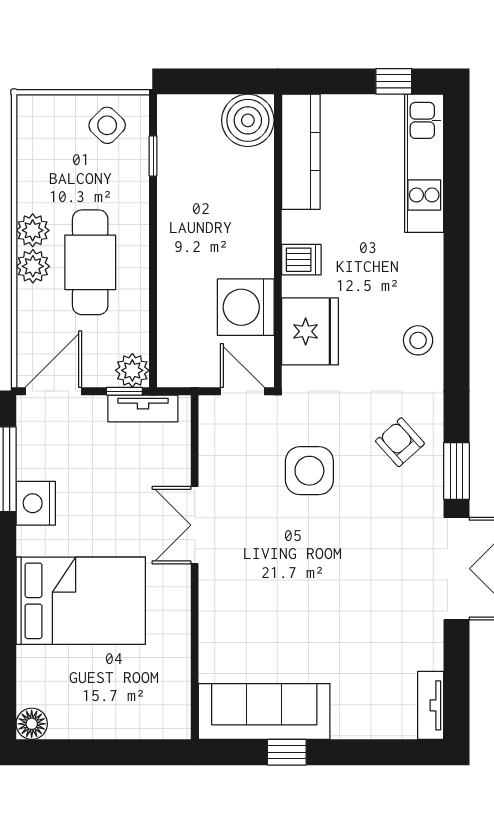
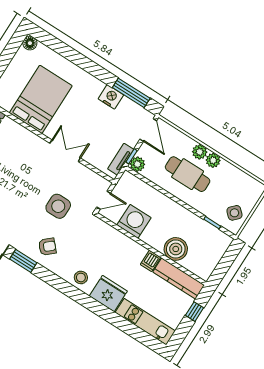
window: (394, 81) -> (195, 312), moved
boiler: (248, 120) -> (176, 249), moved
dishwasher: (301, 260) -> (151, 261), moved
fridge: (310, 331) -> (108, 294), moved, turned 180
bed: (81, 601) -> (41, 99), moved, turned 180

